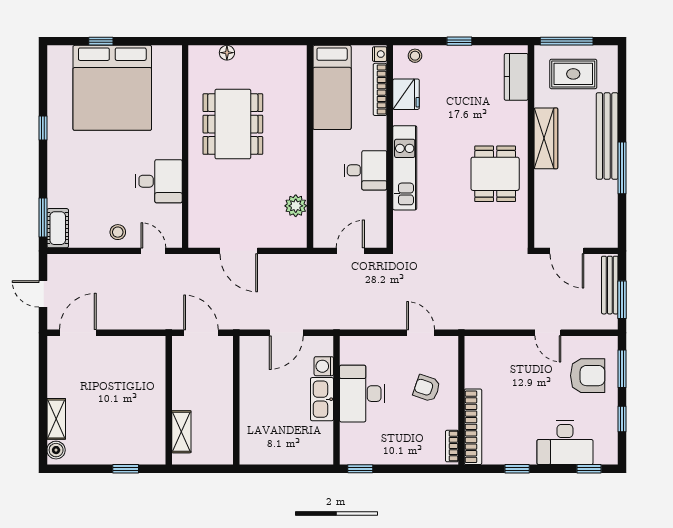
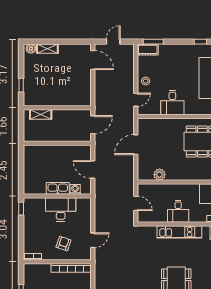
bookcase: (473, 427) -> (71, 268), moved

